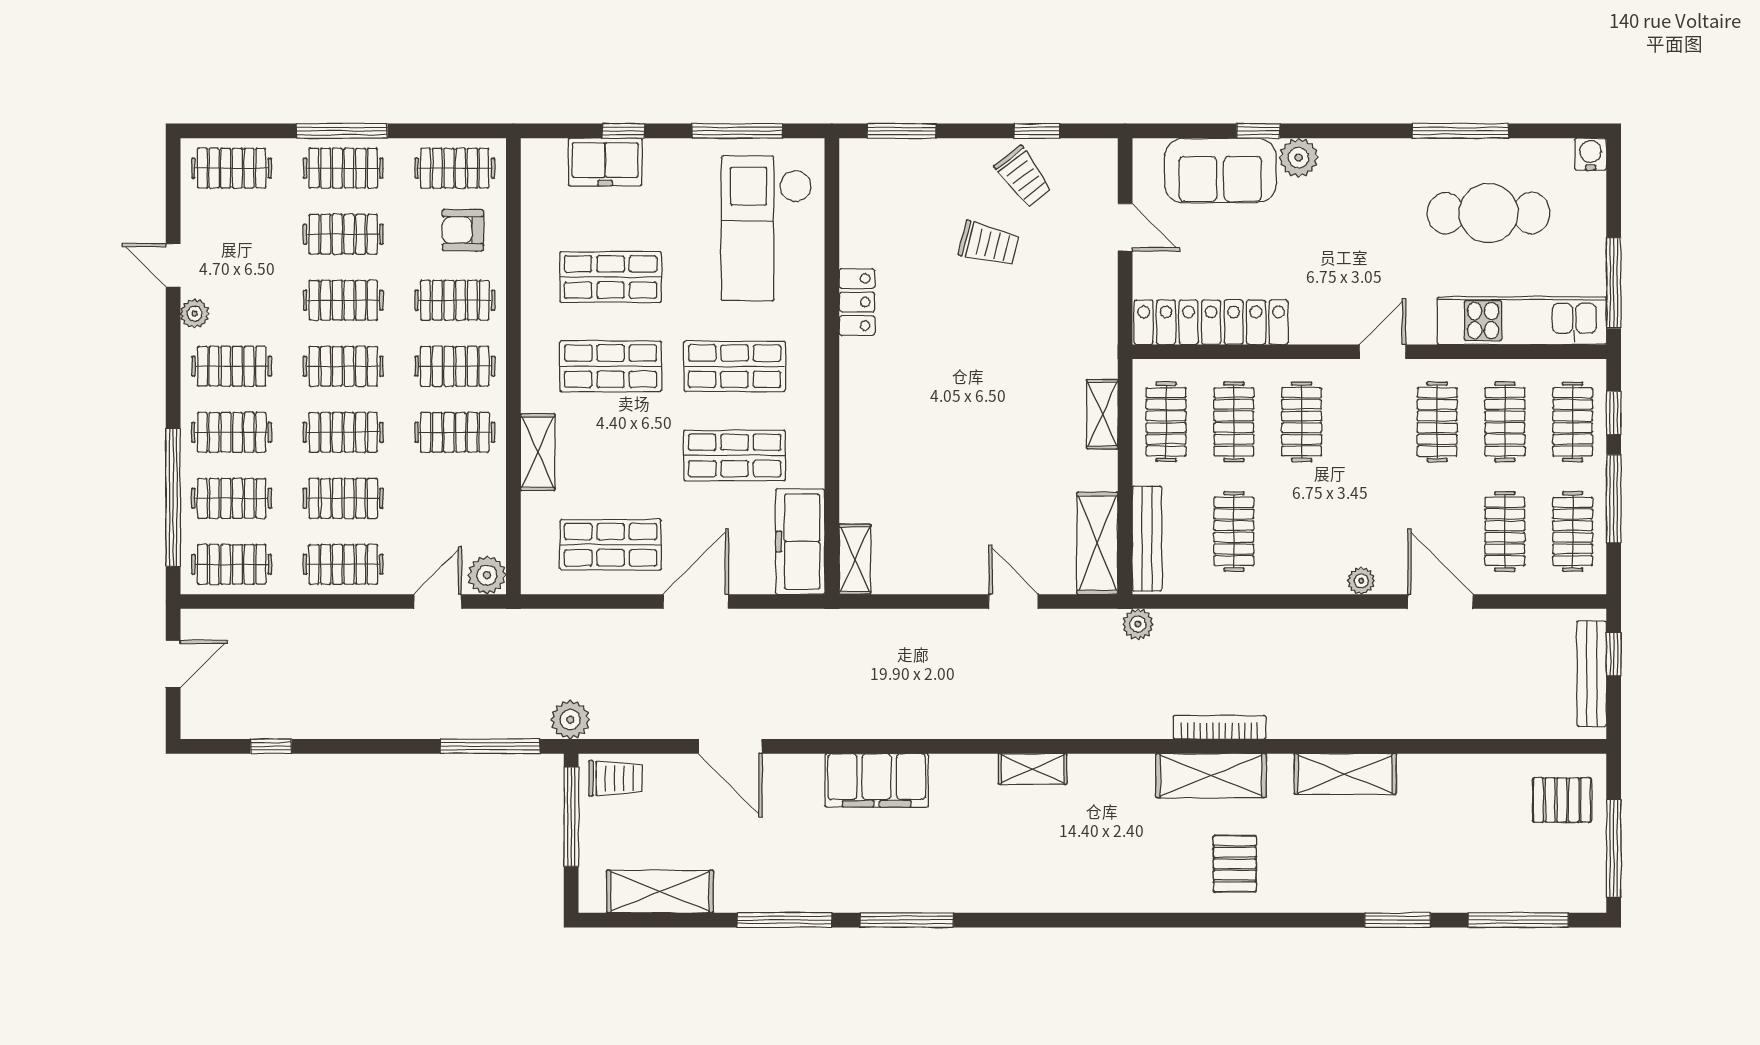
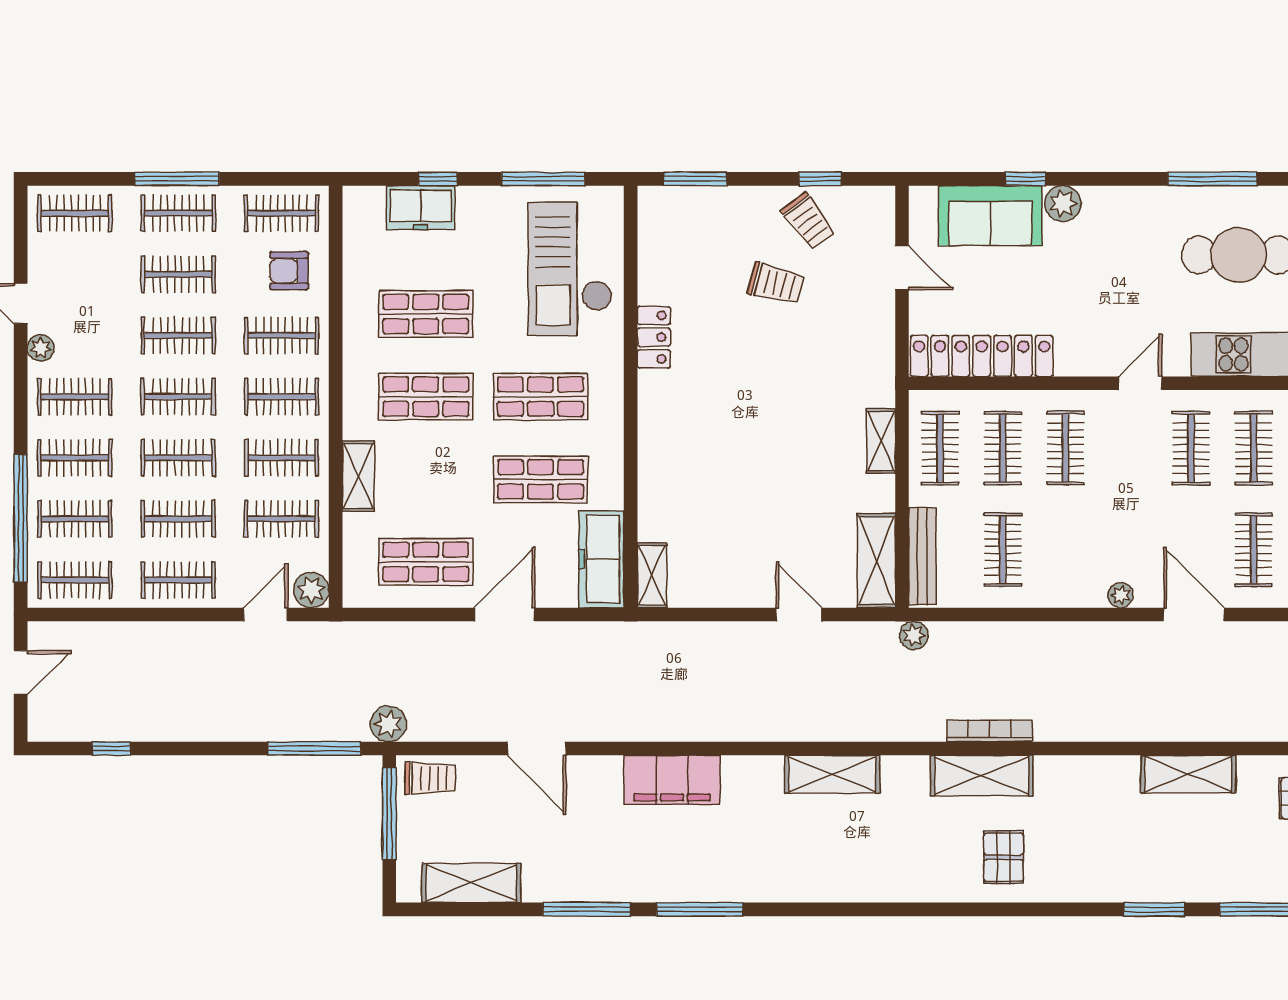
clothes rail: (455, 498) -> (282, 519), added
shelving: (1033, 769) -> (832, 774), width x1.50, depth x1.33
shelving: (1345, 774) -> (1188, 774), moved

